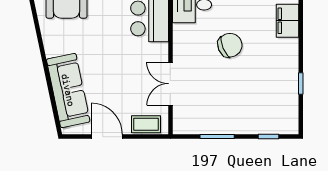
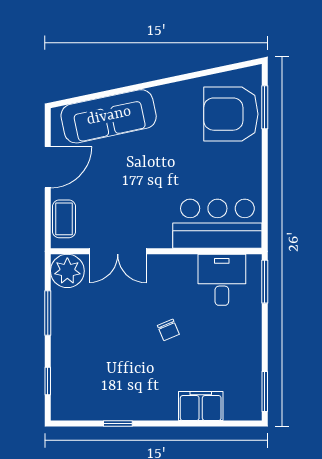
chair: (230, 45) -> (168, 330), width x0.54, depth x0.54
double door: (170, 84) -> (118, 251), swing flipped
plant: (185, 122) -> (67, 271), added

